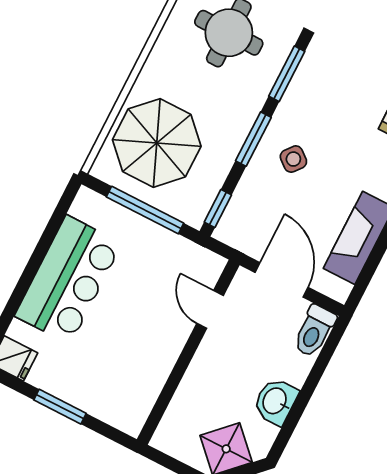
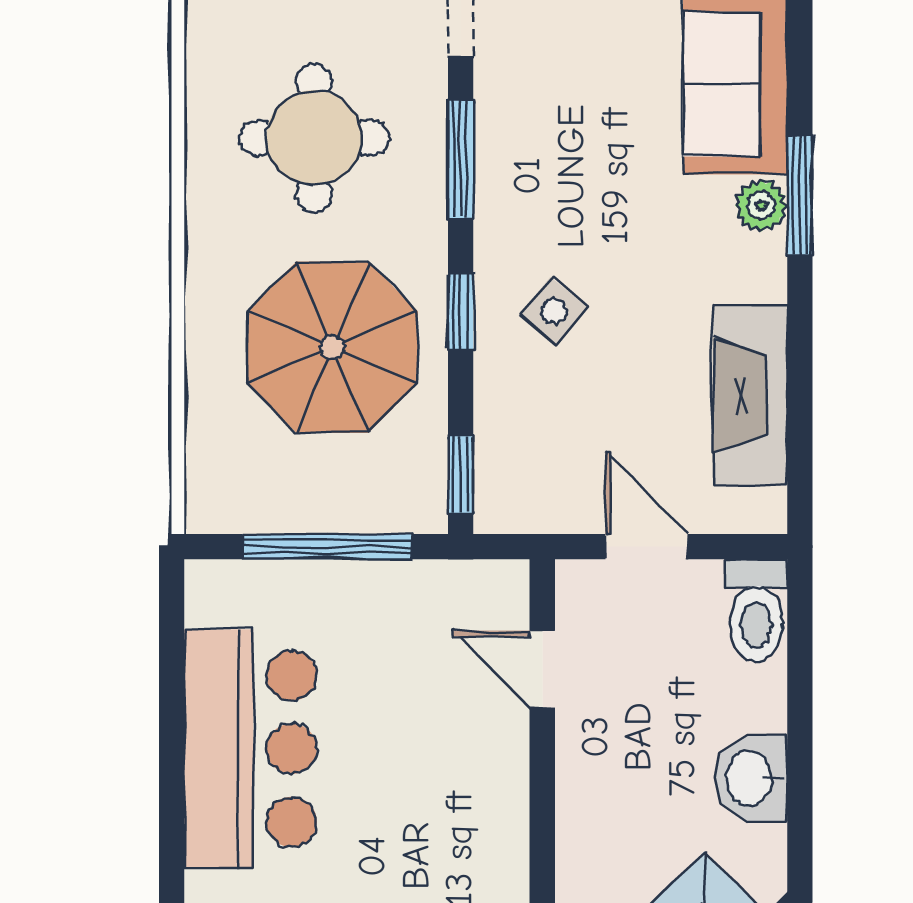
window: (253, 139) -> (461, 312), width x0.67
parasol: (157, 143) -> (332, 347), moved
door: (281, 280) -> (646, 547), width x0.73

